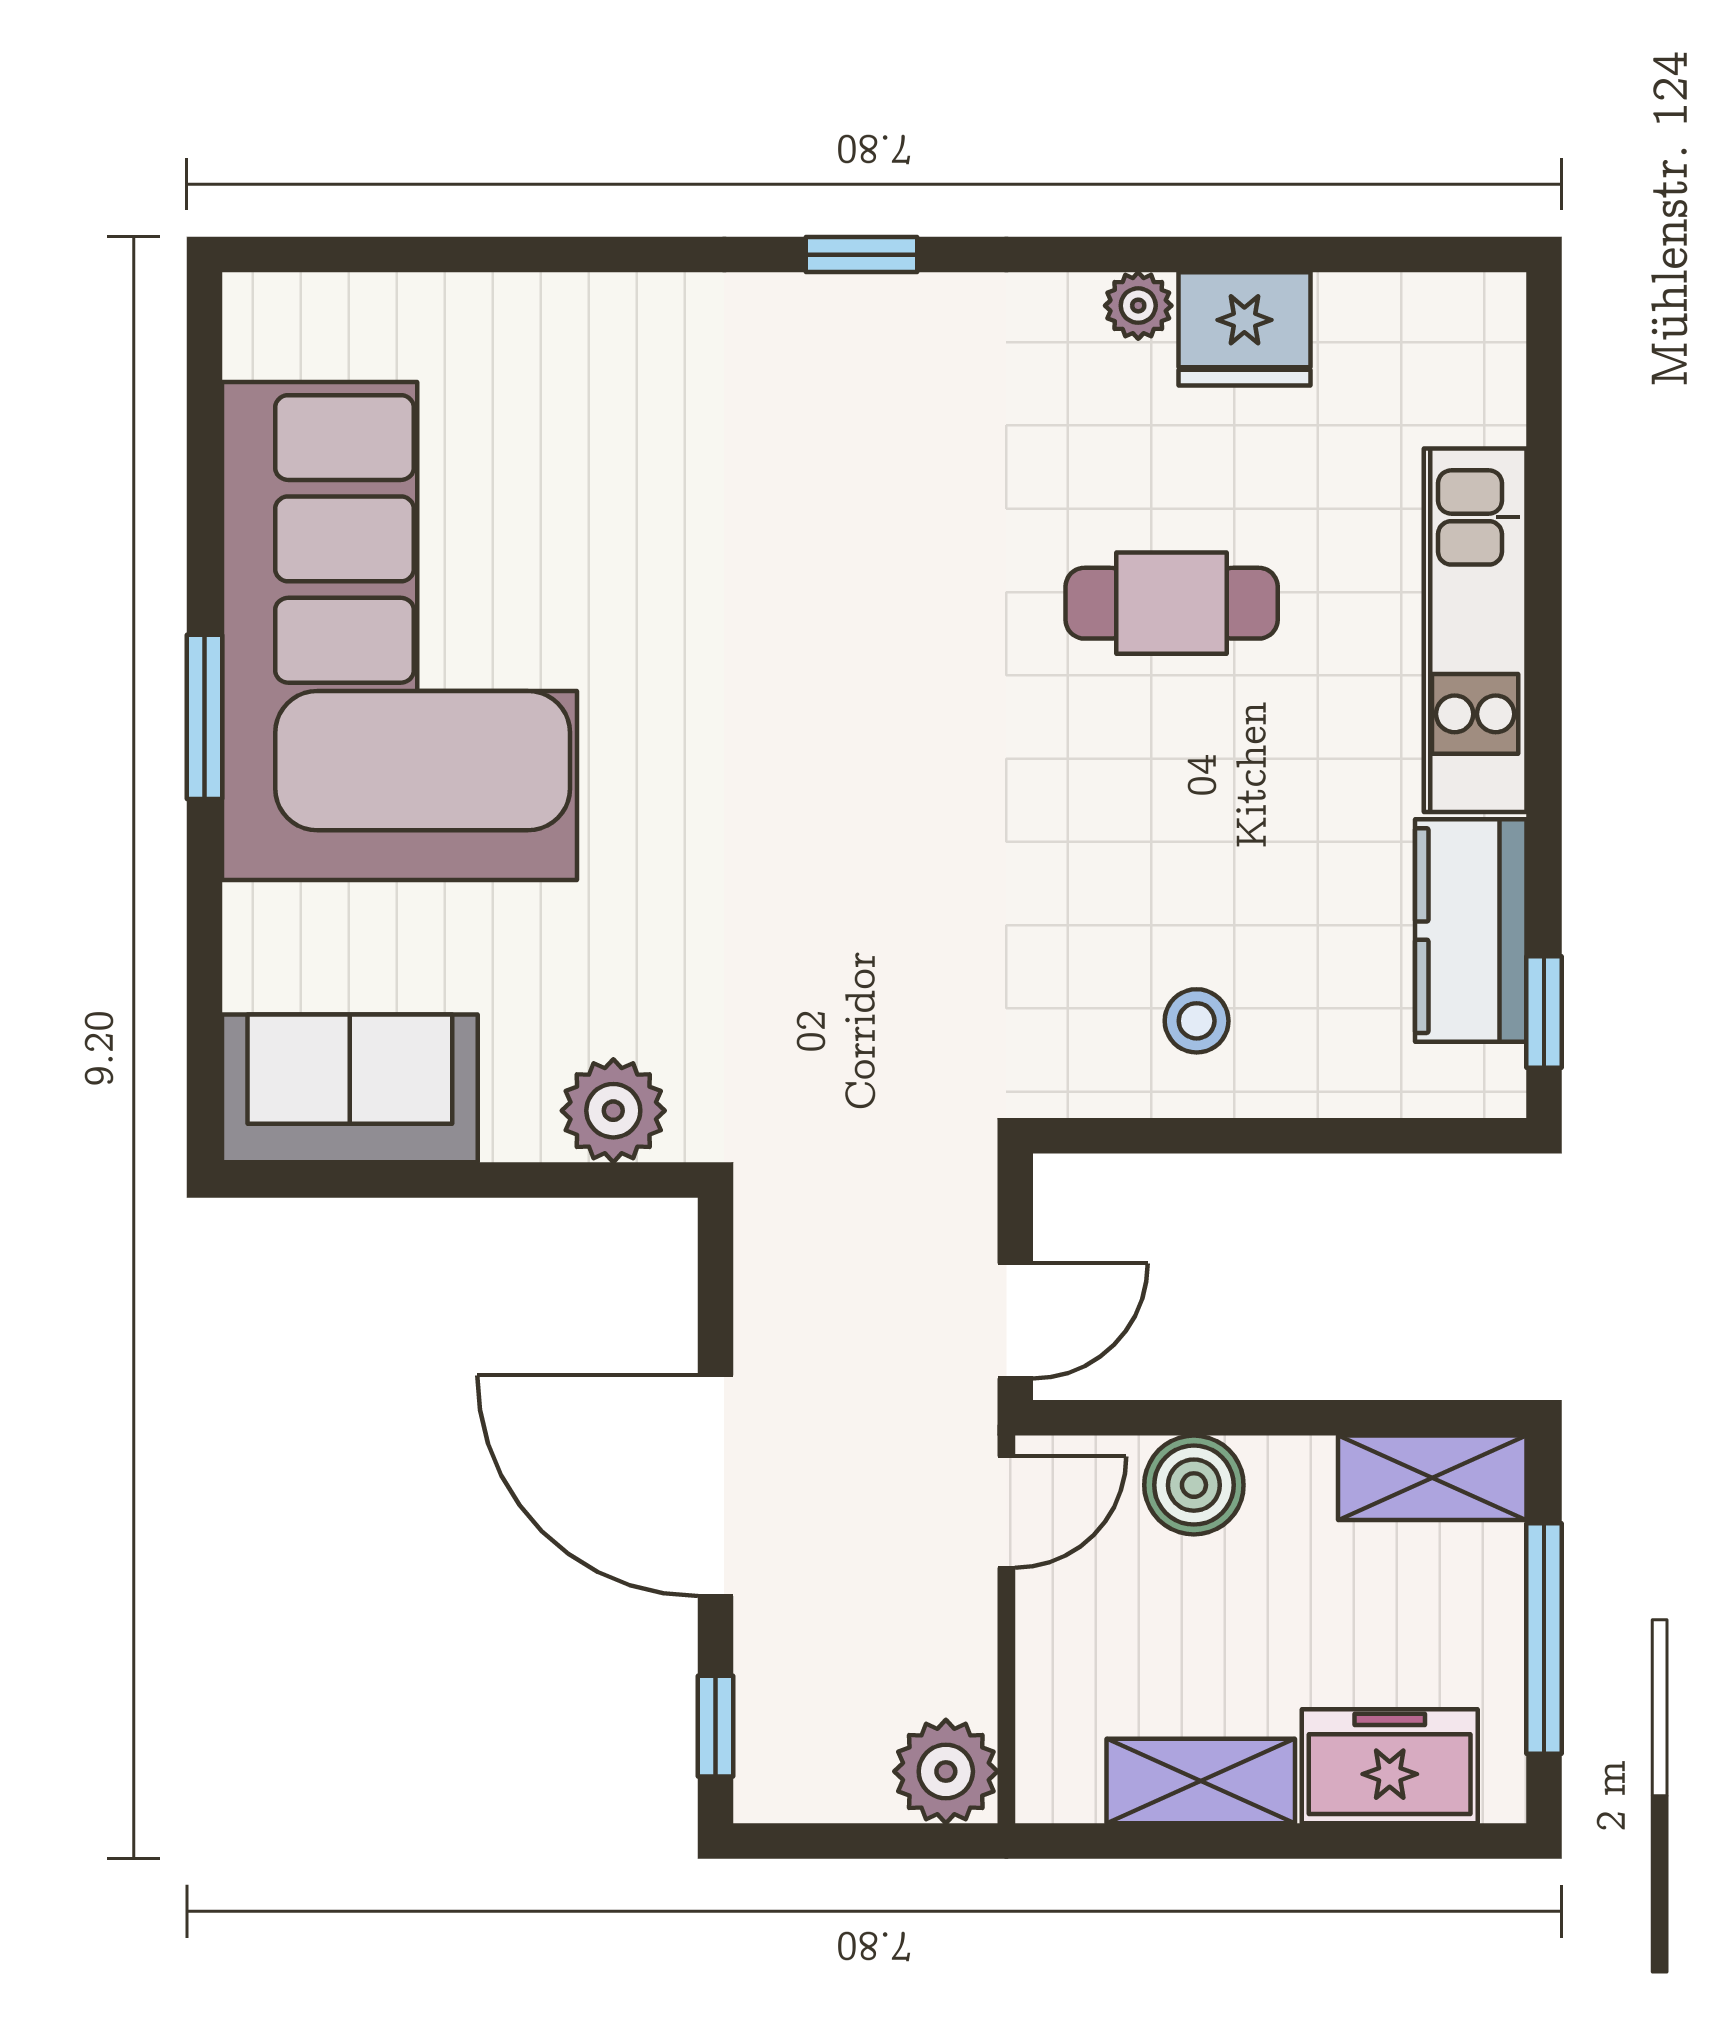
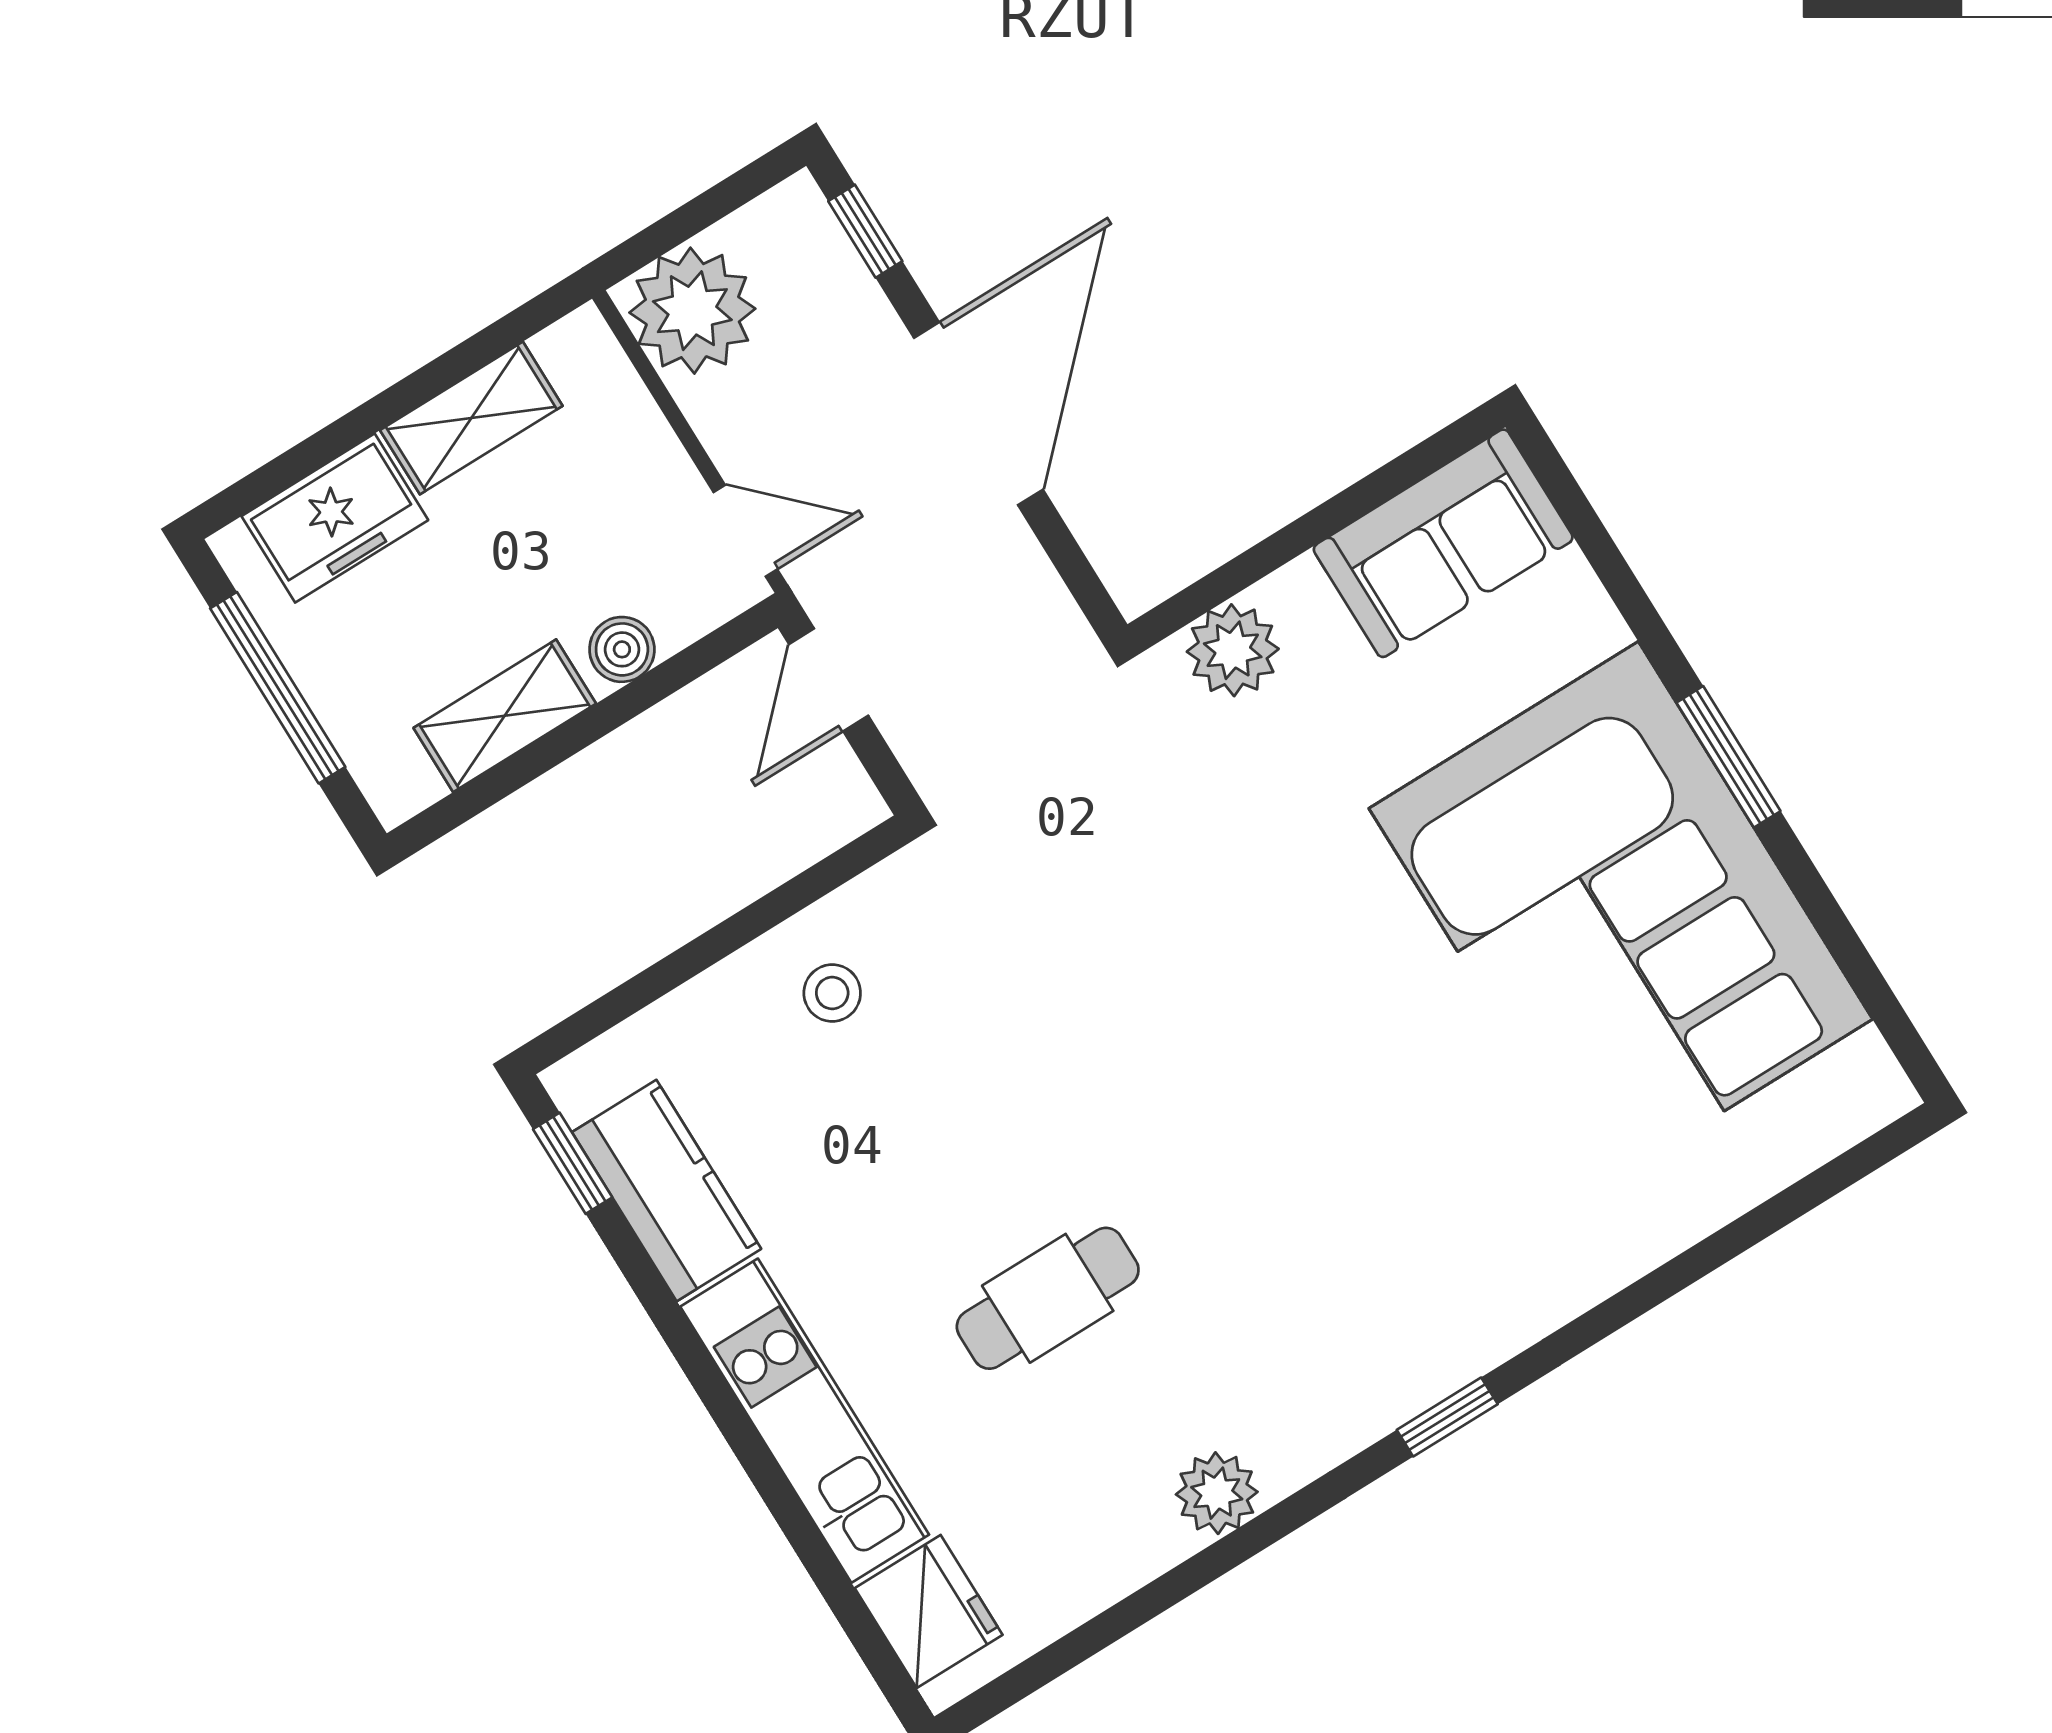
plant: (1138, 306) -> (1217, 1493), width x1.38, depth x1.38
fridge: (1244, 329) -> (929, 1611), moved, turned 90
shelving: (1432, 1478) -> (505, 716), moved
boiler: (1194, 1485) -> (622, 649), width x0.73, depth x0.73
door: (716, 1486) -> (978, 414), hinge flipped
door: (1006, 1512) -> (745, 531), swing flipped
plant: (946, 1771) -> (692, 311), width x1.36, depth x1.36

